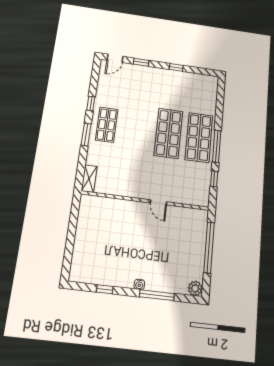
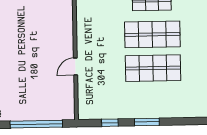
shop shelf: (199, 137) -> (152, 34), moved
window: (217, 146) -> (147, 122), width x0.69

